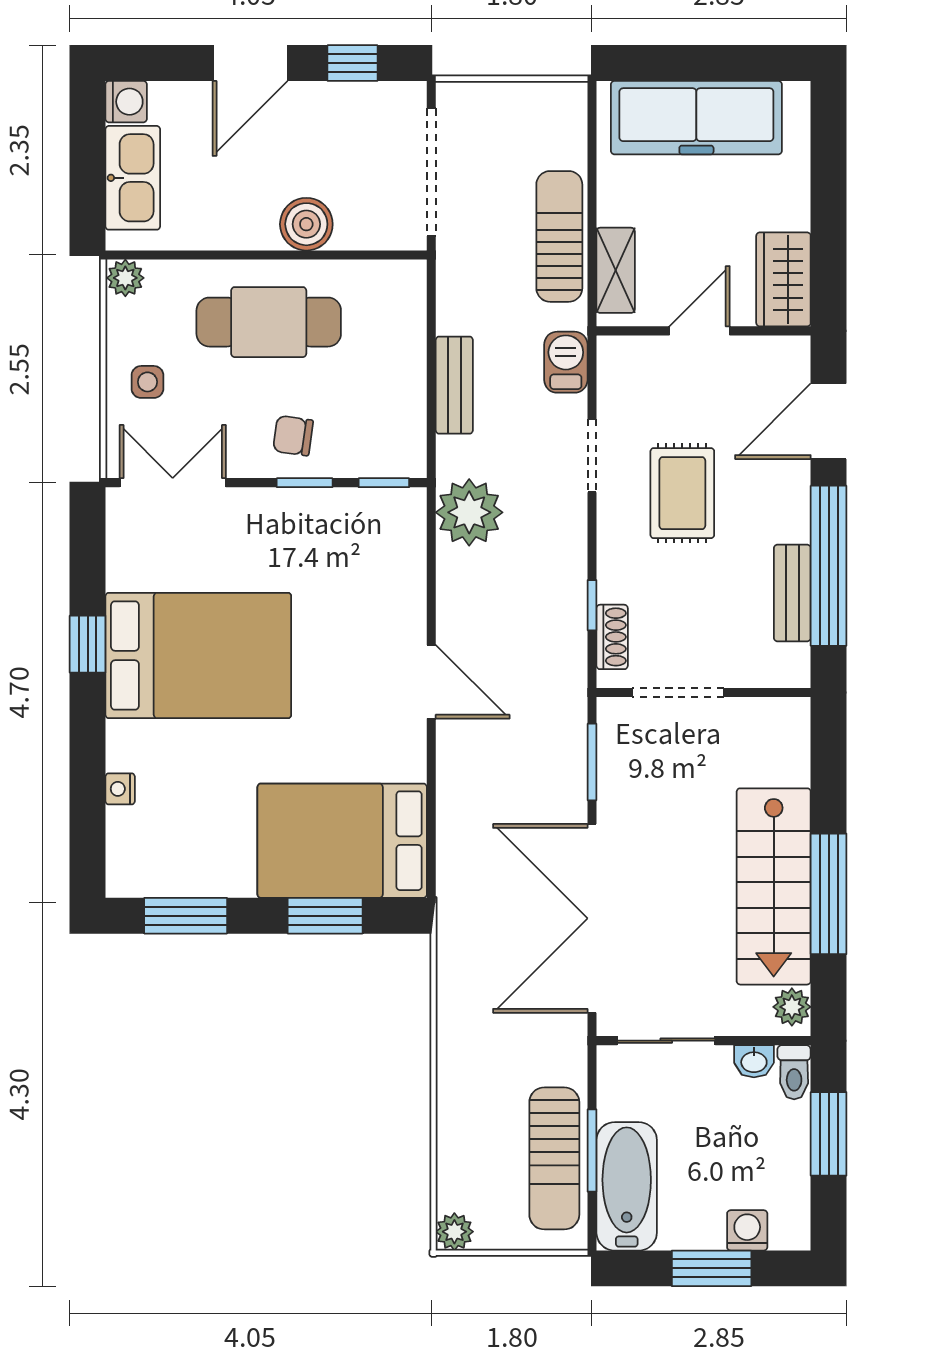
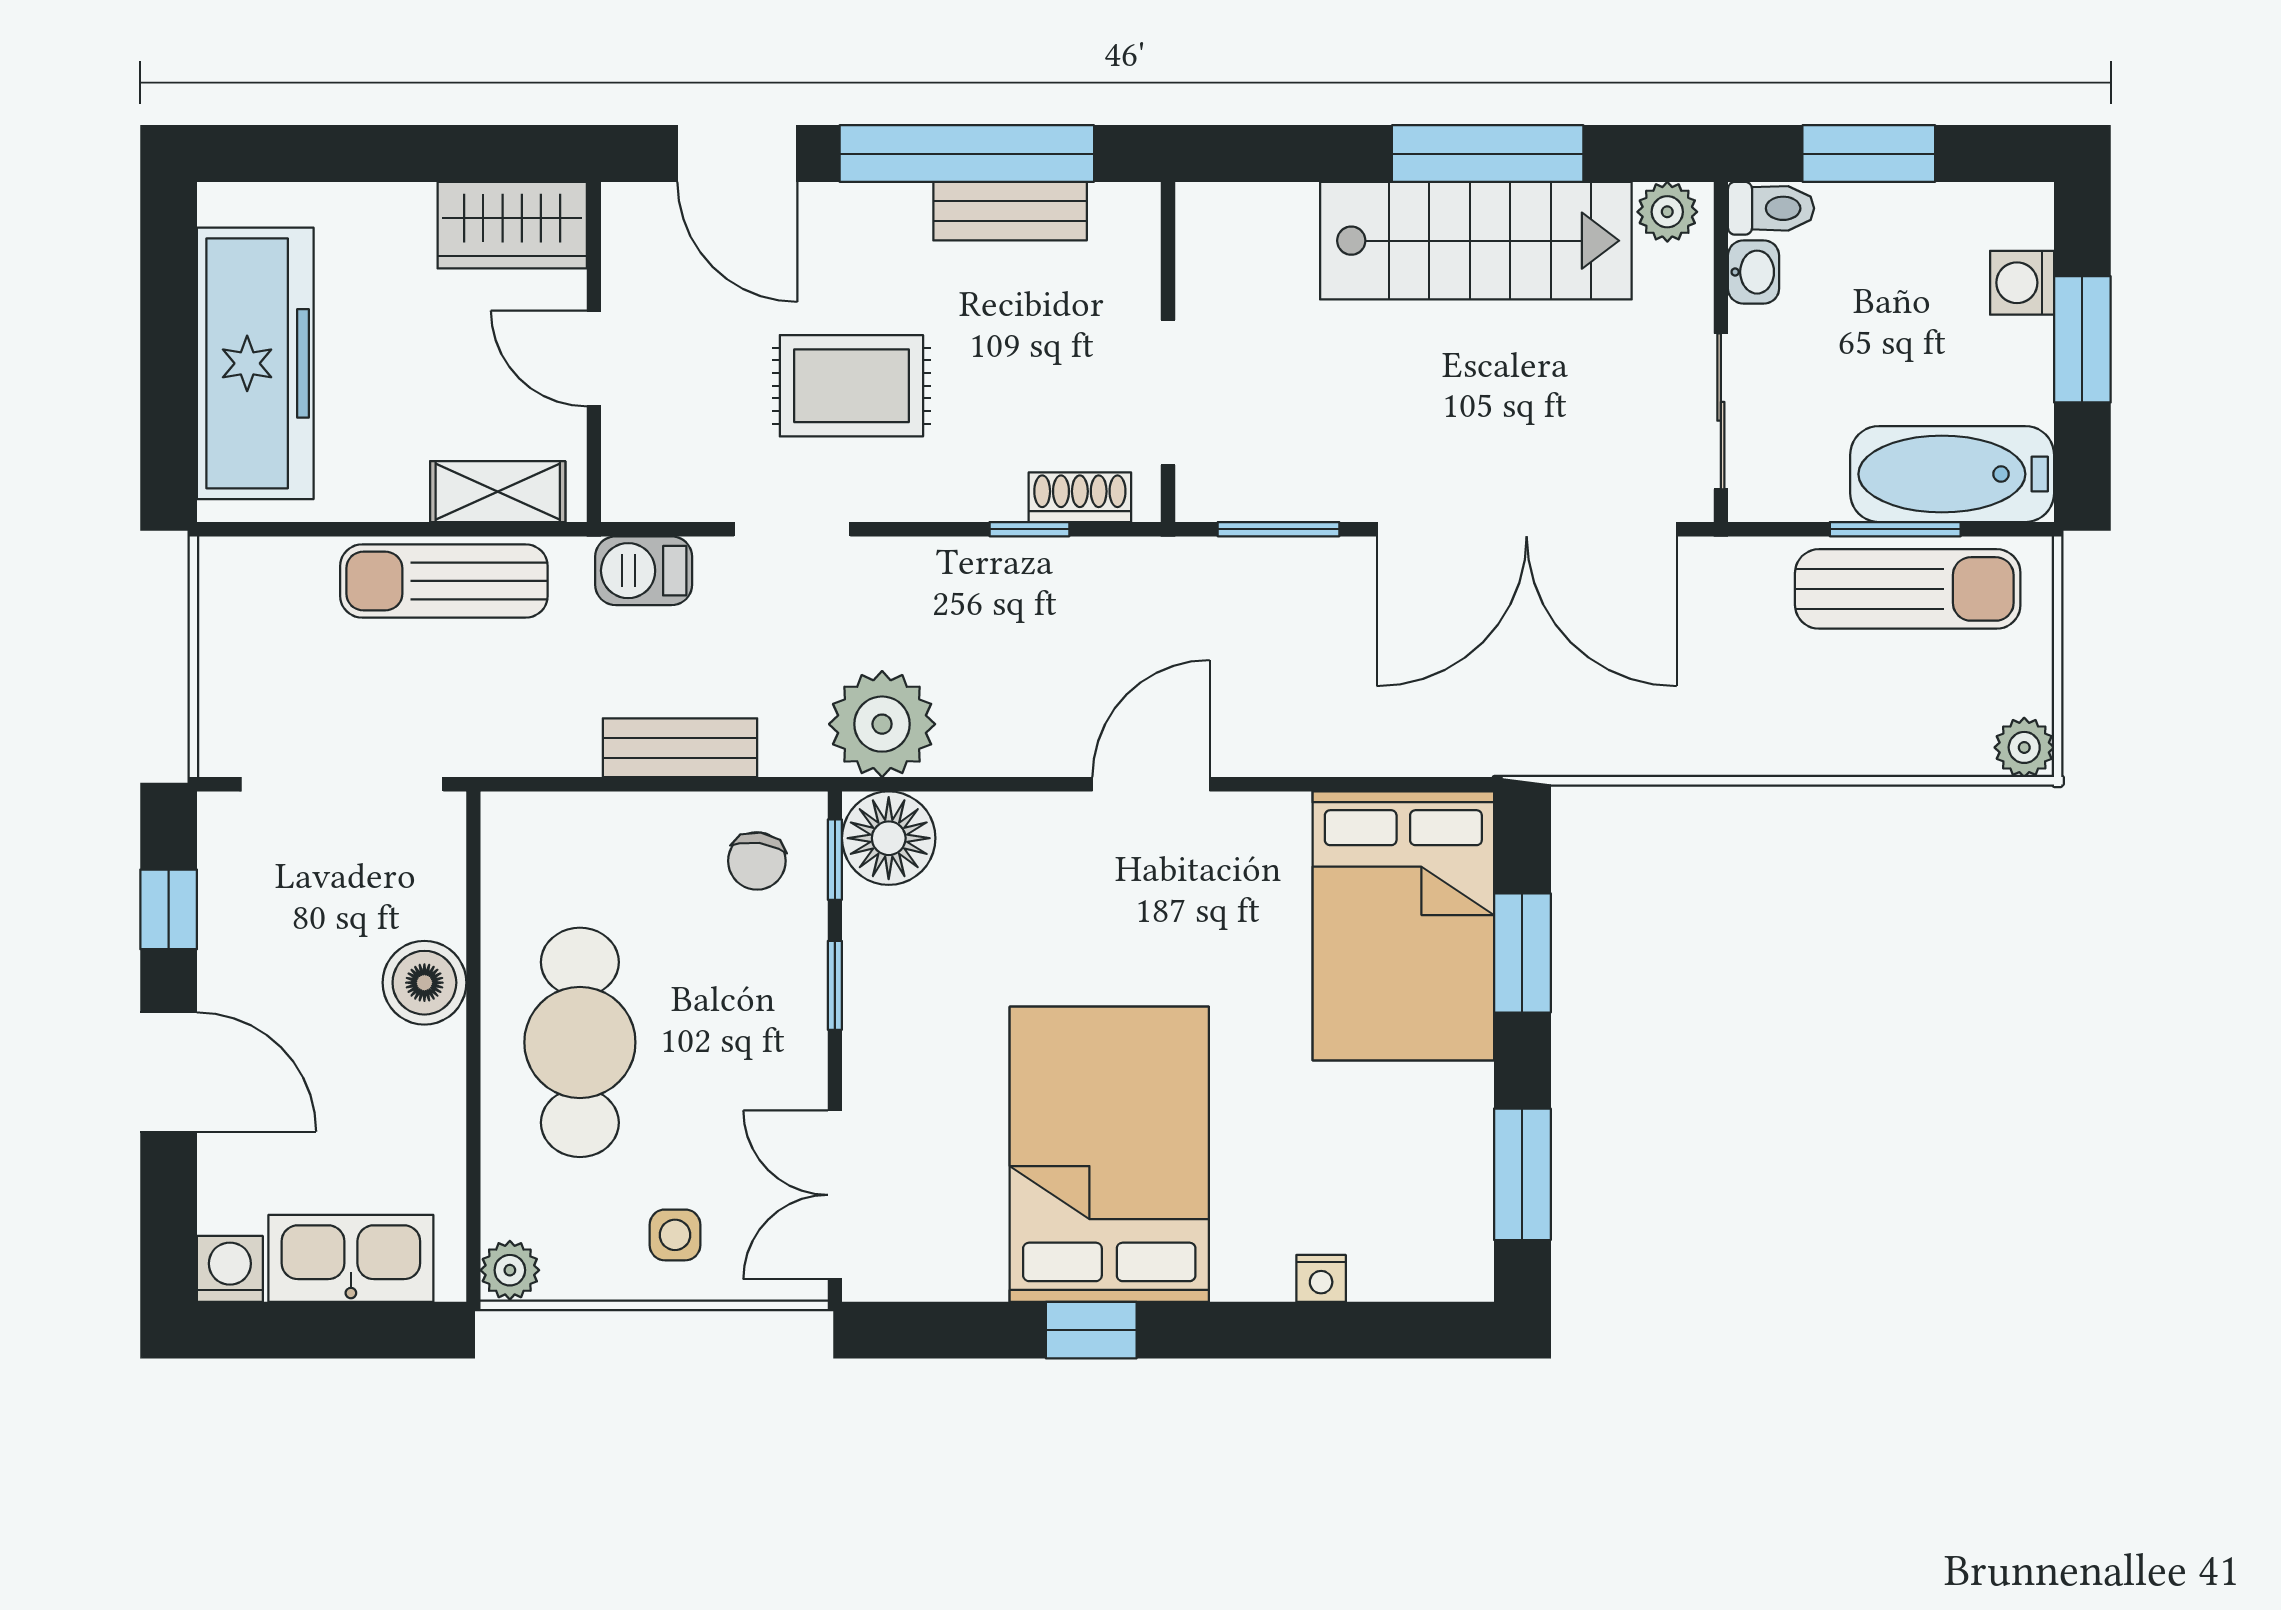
chair: (293, 436) -> (757, 861), moved
floor lamp: (397, 517) -> (889, 838), added

